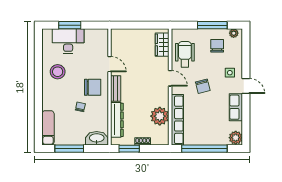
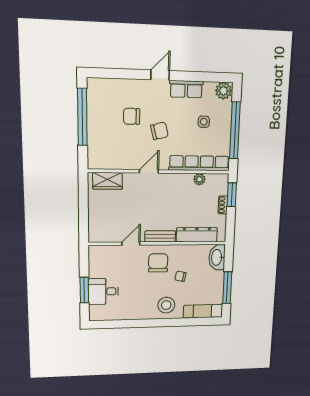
window: (212, 25) -> (82, 117), width x1.46
plant: (234, 33) -> (92, 89), removed
desk: (68, 41) -> (103, 291), width x0.73
chair: (217, 46) -> (132, 116), moved
wheelchair: (185, 54) -> (120, 153), removed
stool: (58, 72) -> (166, 305), moved
side table: (230, 73) -> (204, 122), moved
plant: (160, 116) -> (199, 179), width x0.53, depth x0.53
window: (129, 149) -> (232, 195), moved

